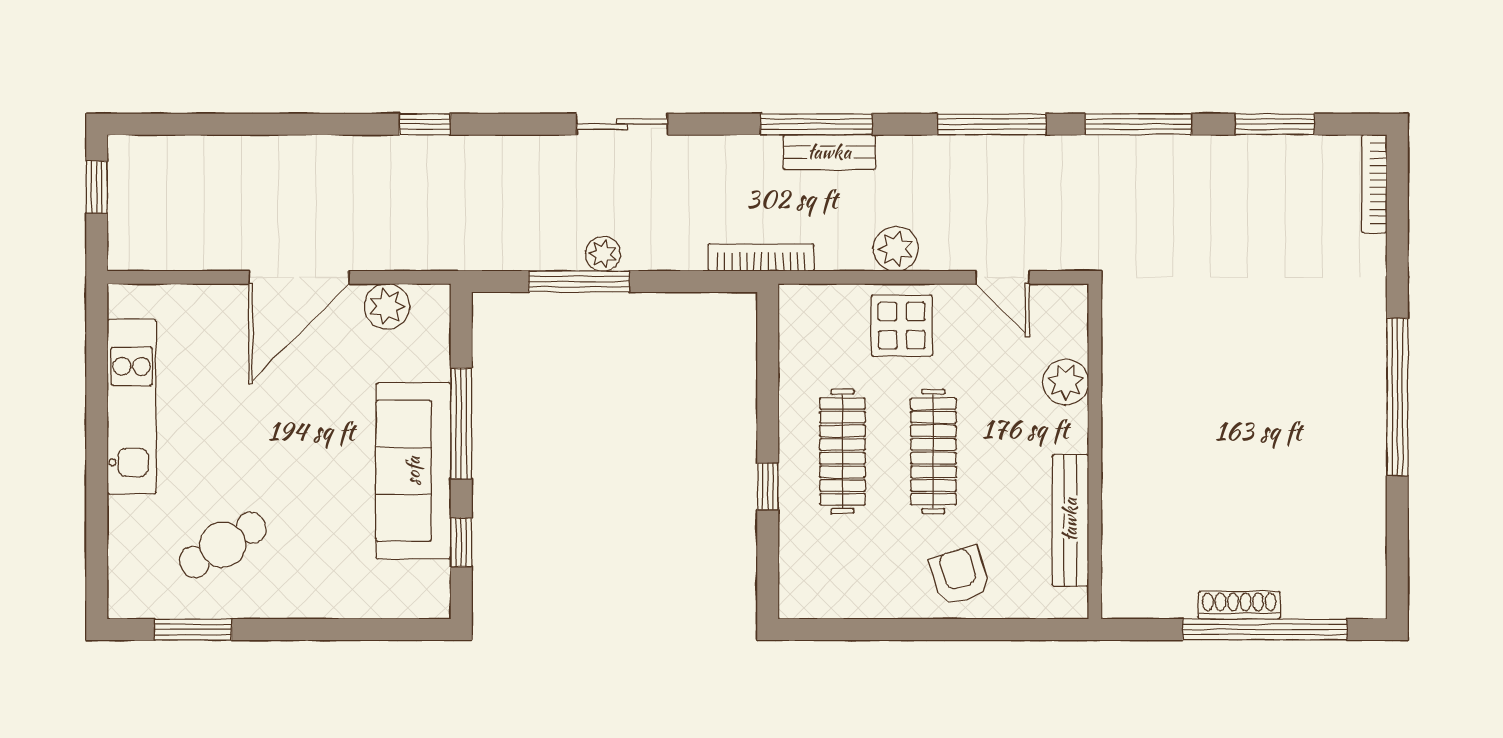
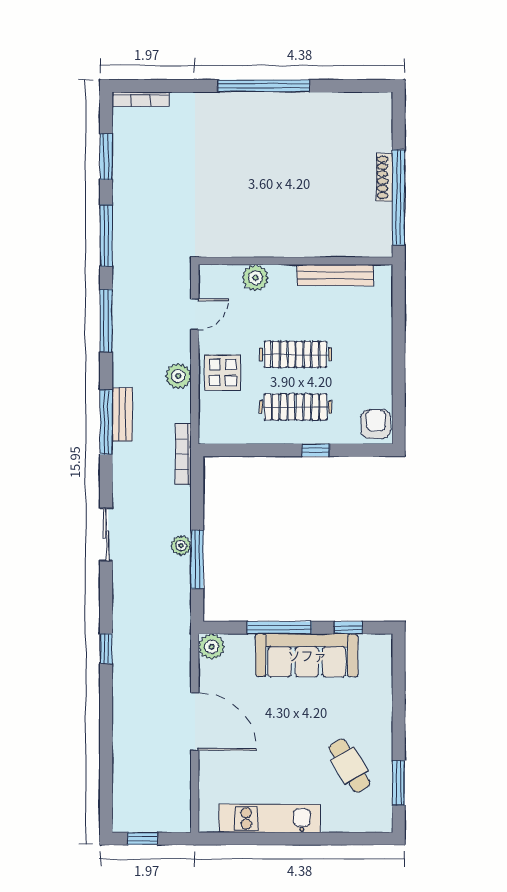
plant: (387, 306) -> (211, 647), moved
armchair: (960, 576) -> (376, 424), moved, turned 107
window: (1265, 630) -> (399, 198), moved

